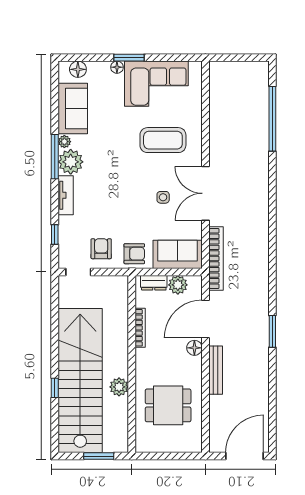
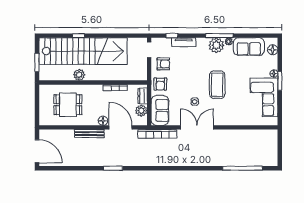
coffee table: (163, 140) -> (217, 85), moved
tv unit: (66, 195) -> (184, 42), moved
dining table: (168, 405) -> (68, 105), turned 90

